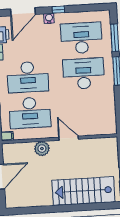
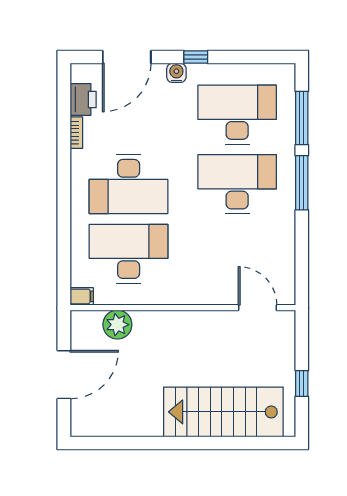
desk: (30, 113) -> (129, 254), turned 180
door: (69, 138) -> (258, 308), moved
plant: (42, 149) -> (117, 325), moved

